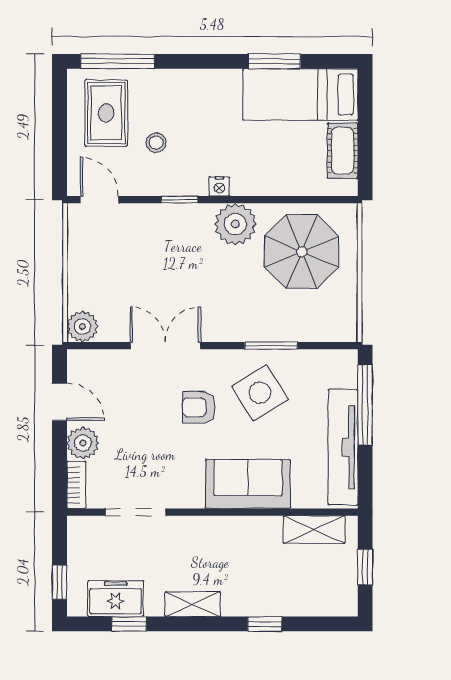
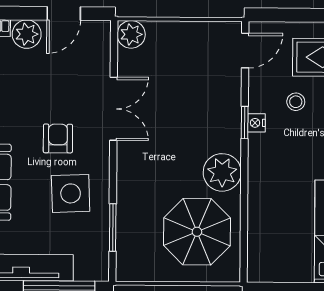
cot: (343, 151) -> (287, 269), removed
nightstand: (219, 186) -> (256, 123), moved
window: (271, 346) -> (113, 228), moved
side table: (260, 393) -> (71, 193), turned 30

